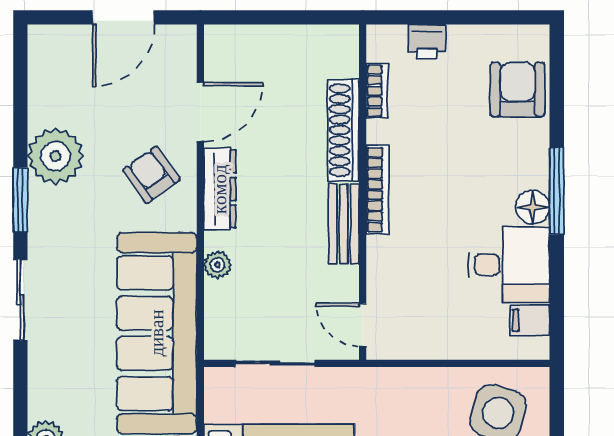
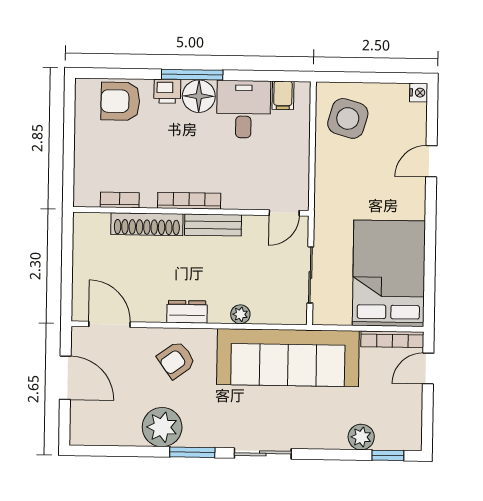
printer: (427, 42) -> (167, 91), moved, turned 90
door: (200, 112) -> (109, 324), moved
dresser: (220, 189) -> (187, 312), width x0.70
floor lamp: (533, 207) -> (199, 96), width x1.38, depth x1.38

